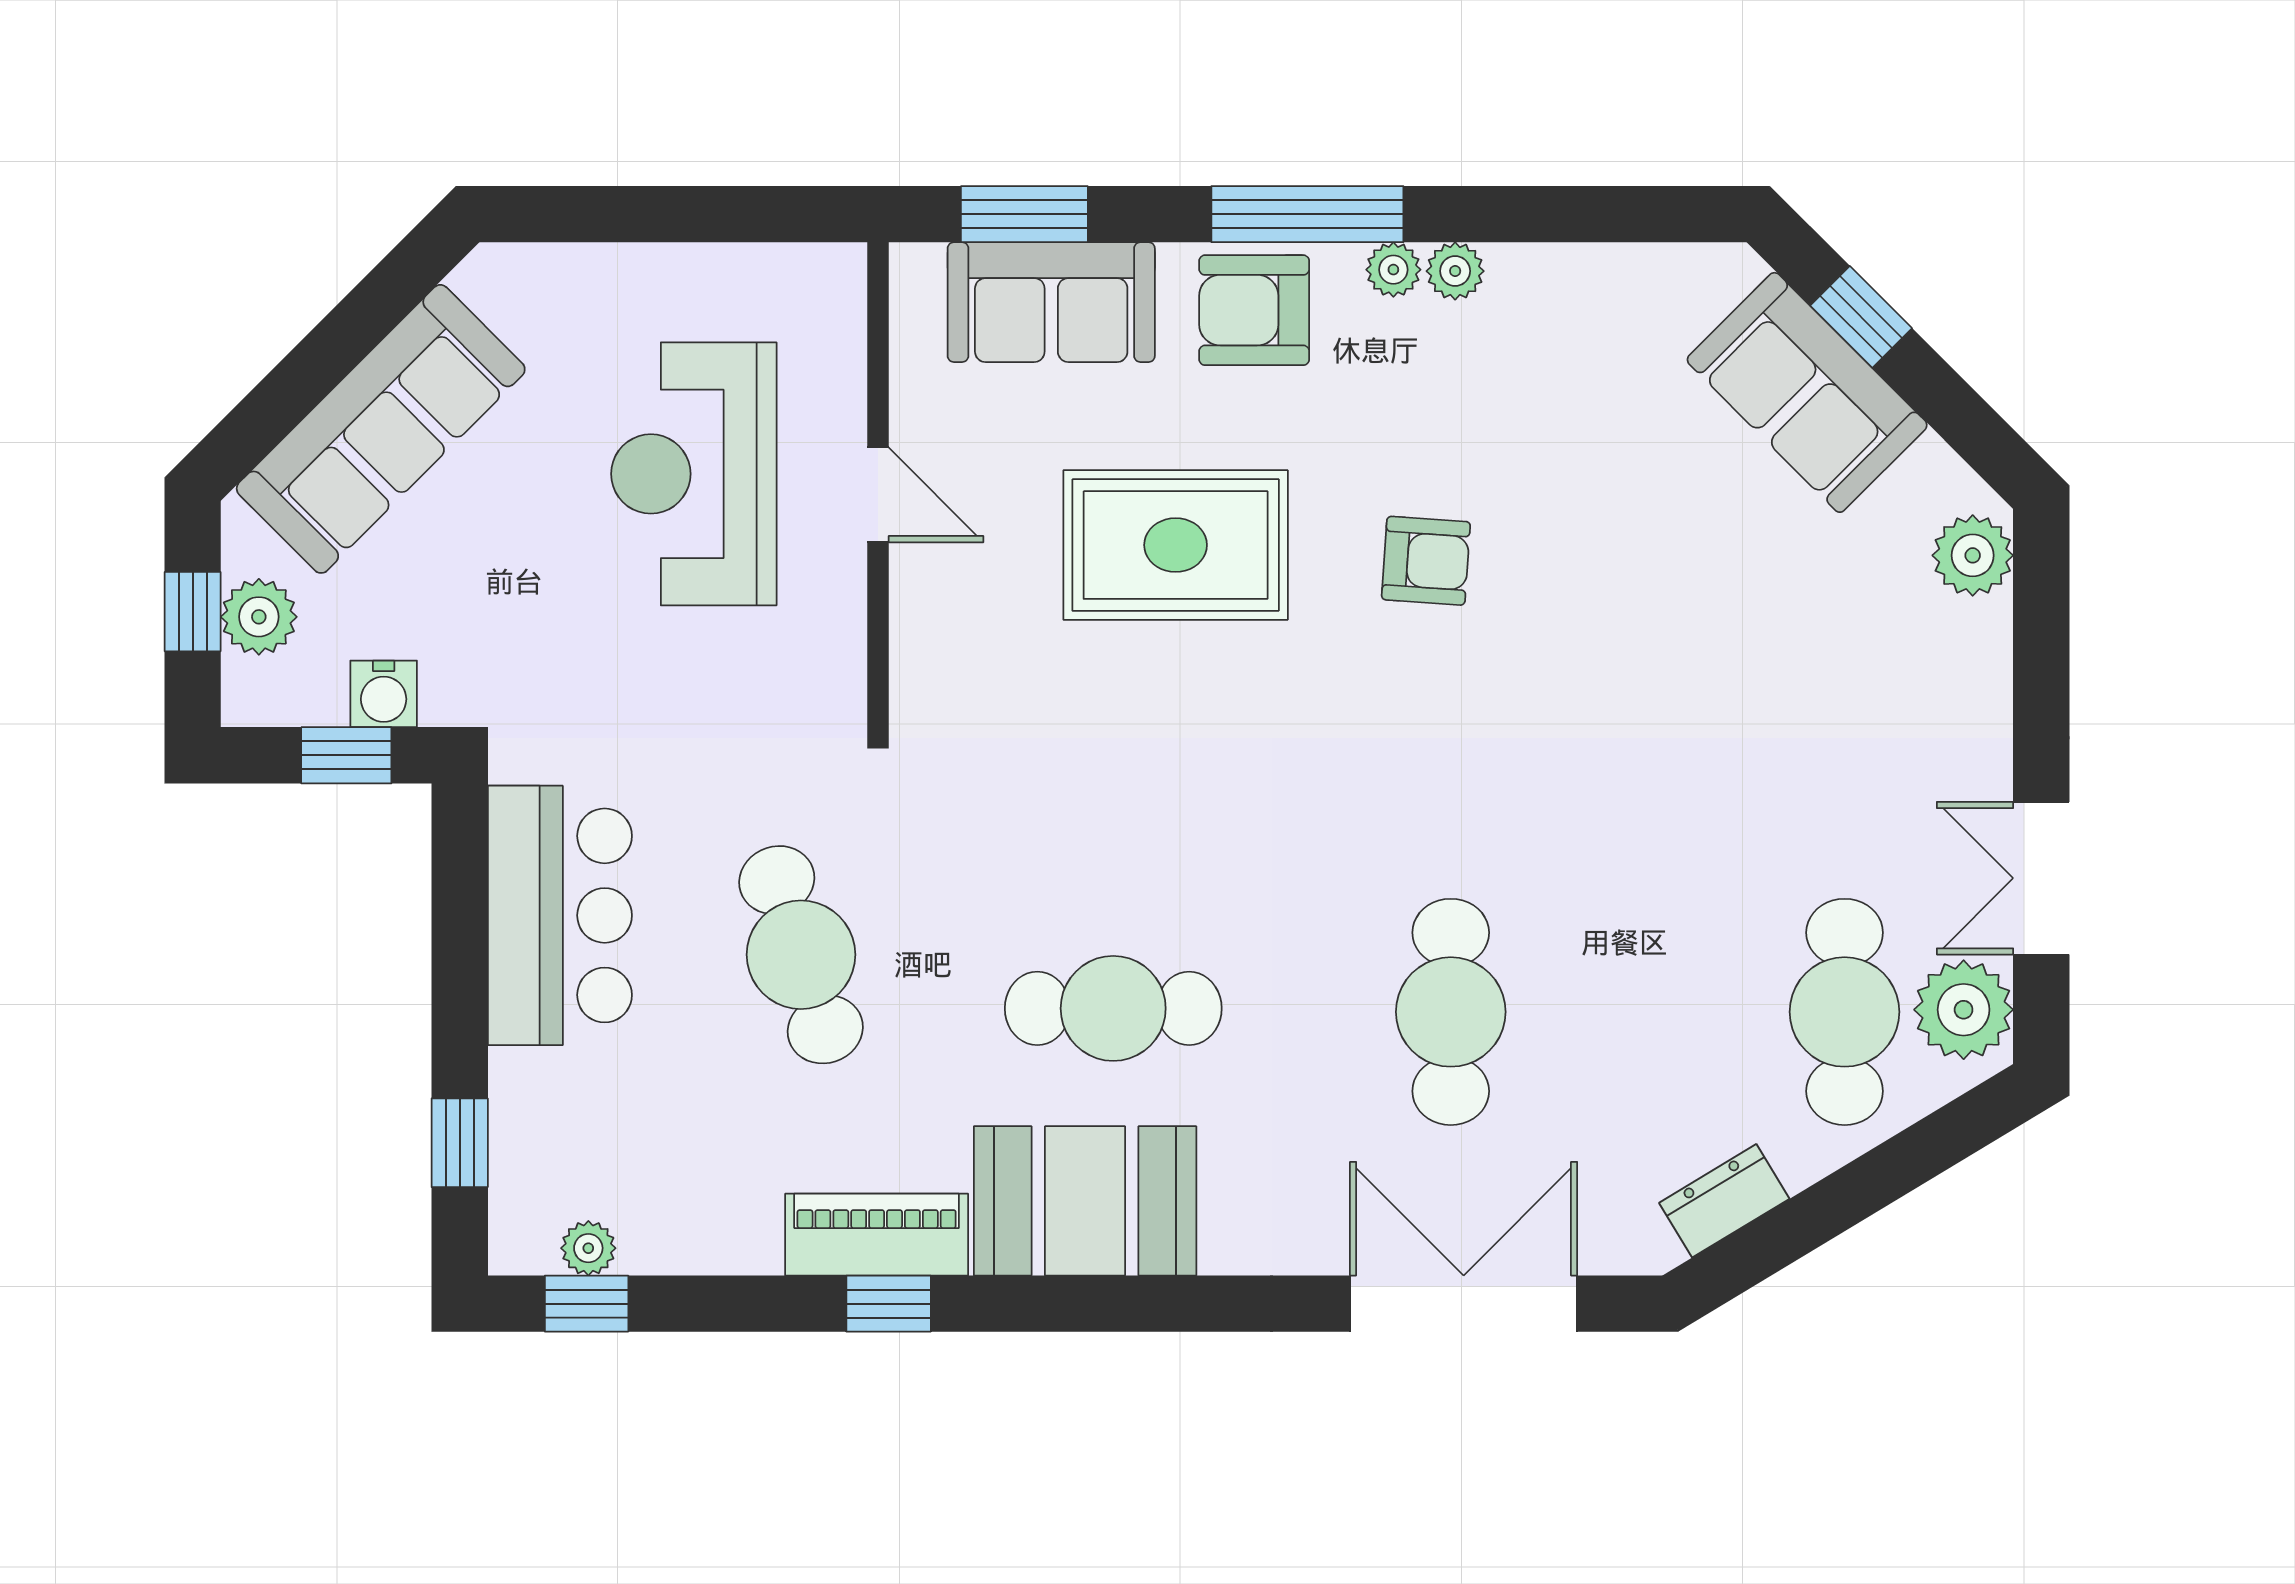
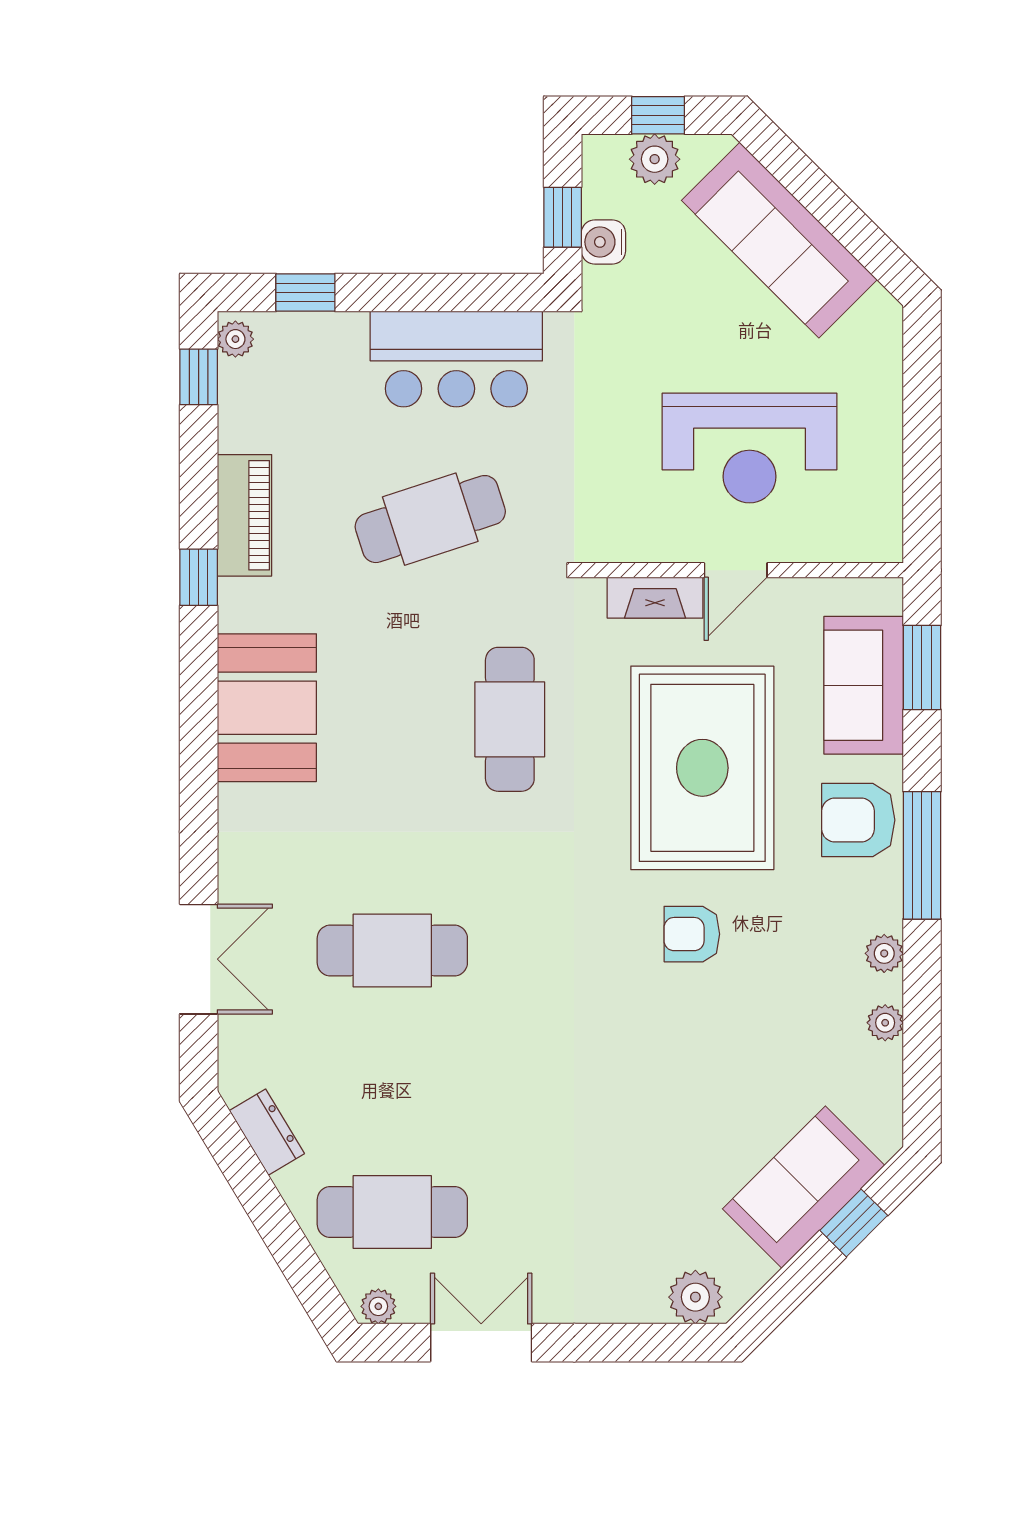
plant: (1393, 270) -> (885, 1023), moved
armchair: (1254, 310) -> (858, 820), turned -90
reception desk: (694, 474) -> (750, 448), turned 180
rug: (1176, 545) -> (702, 768), width x1.37, depth x1.44
armchair: (1426, 561) -> (692, 934), turned 86
fireplace: (919, 616) -> (655, 598), added
cafe table: (1113, 1008) -> (510, 719), moved
plant: (1964, 1010) -> (378, 1306), width x0.53, depth x0.53
piano: (877, 1235) -> (244, 515), moved
plant: (588, 1248) -> (235, 339), moved
double door: (1464, 1304) -> (199, 959), width x0.73

